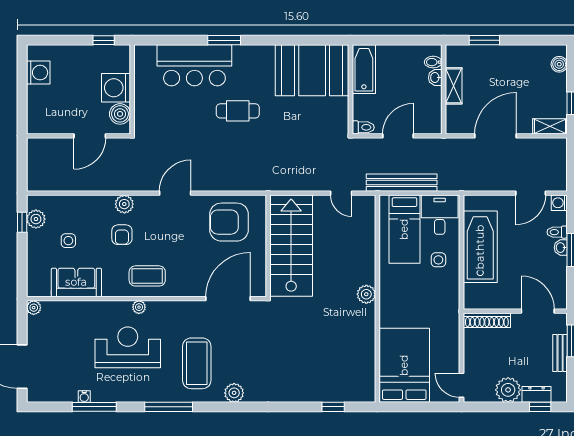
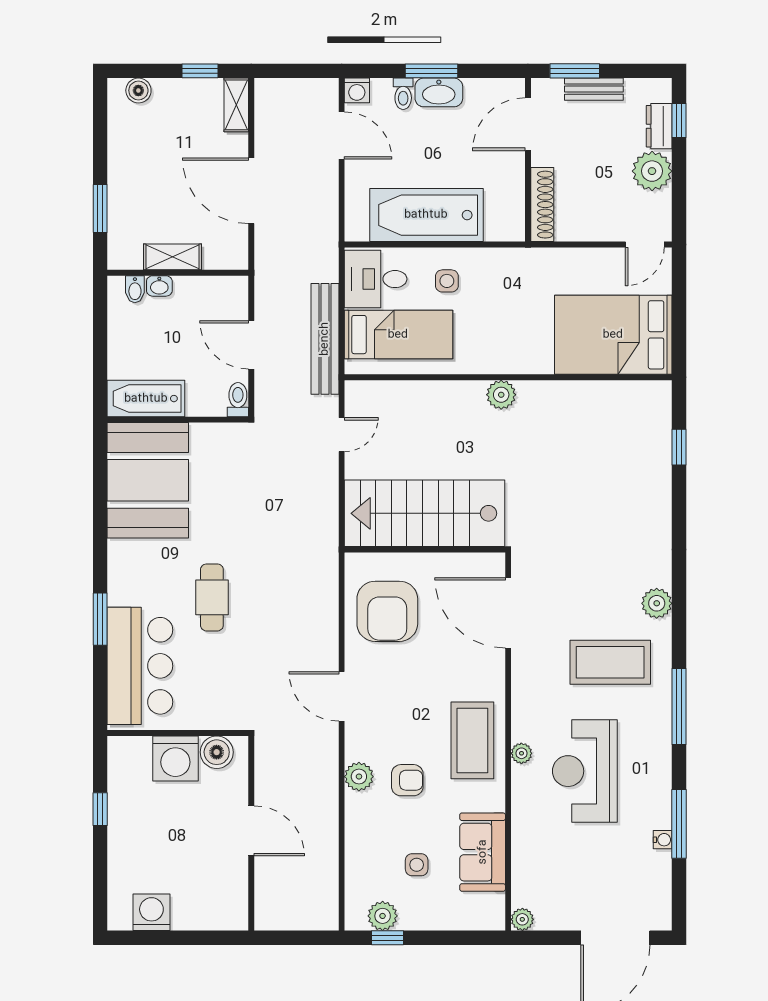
washing machine: (116, 88) -> (175, 758), moved
wall: (132, 89) -> (178, 733), moved
boiler: (120, 114) -> (217, 752), moved
washbasin: (561, 248) -> (439, 92), width x1.91, depth x1.45
coffee table: (147, 276) -> (472, 740), width x1.36, depth x1.32

